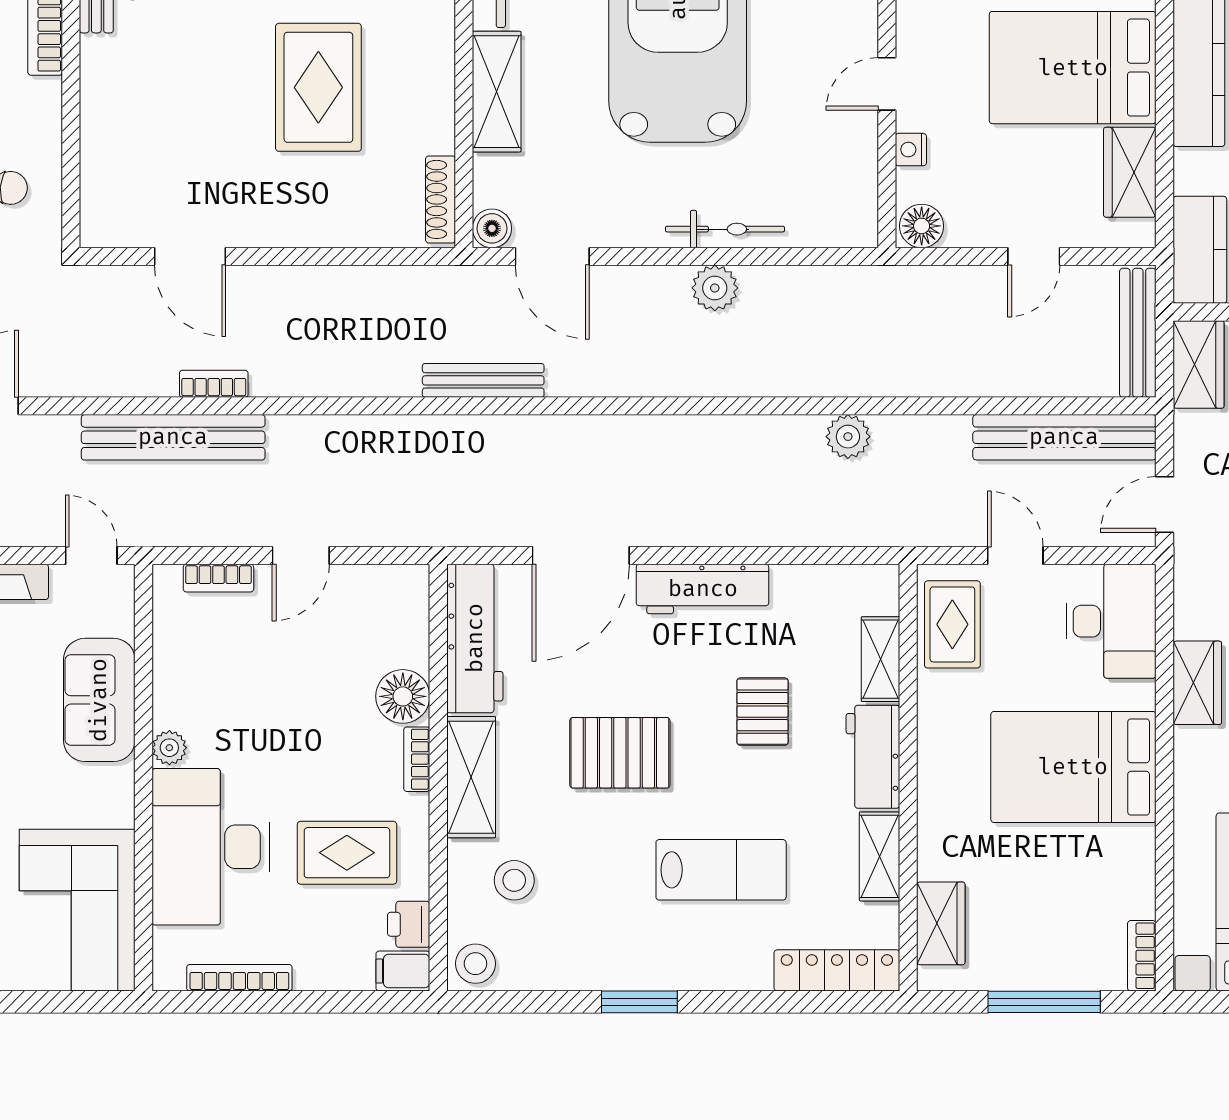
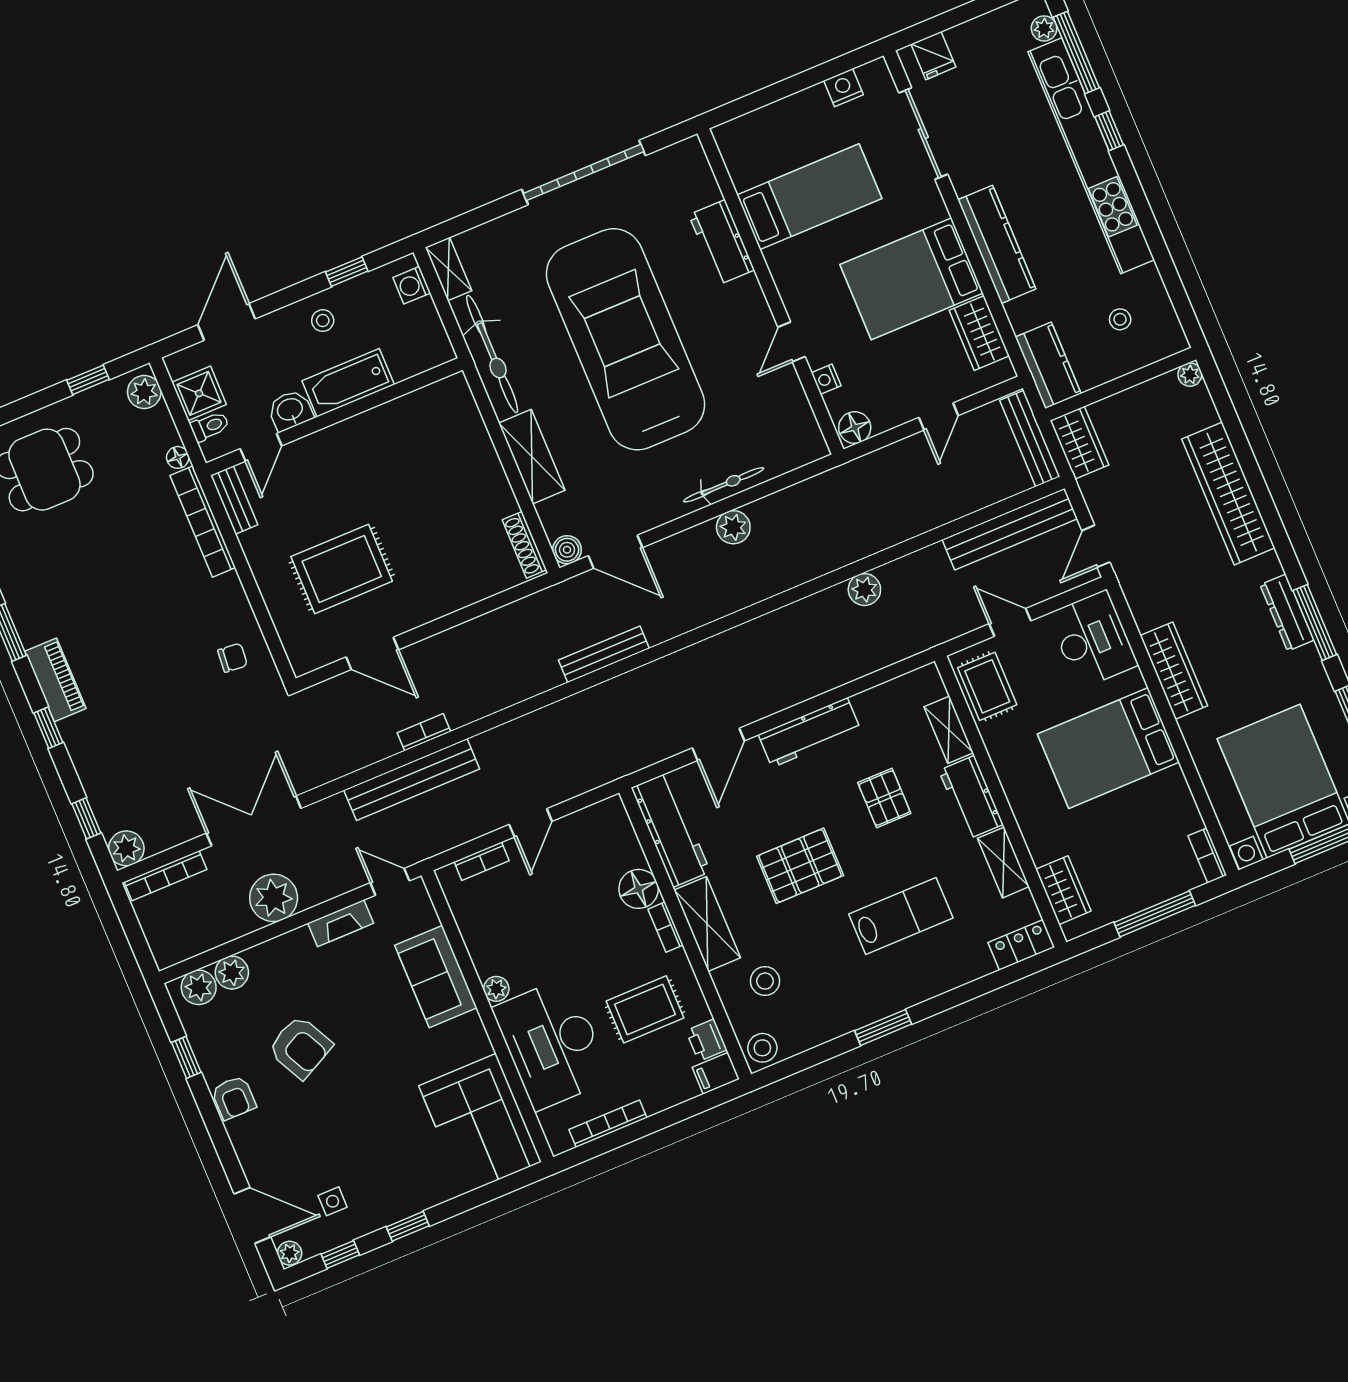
rug: (318, 87) -> (342, 569), moved, turned 90
door: (581, 555) -> (718, 744), width x0.73
wardrobe: (1197, 683) -> (1174, 671), width x1.50
locker: (837, 970) -> (1021, 945), width x0.66

